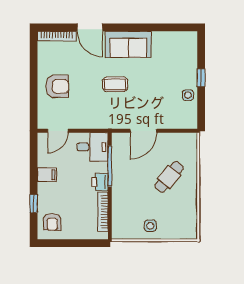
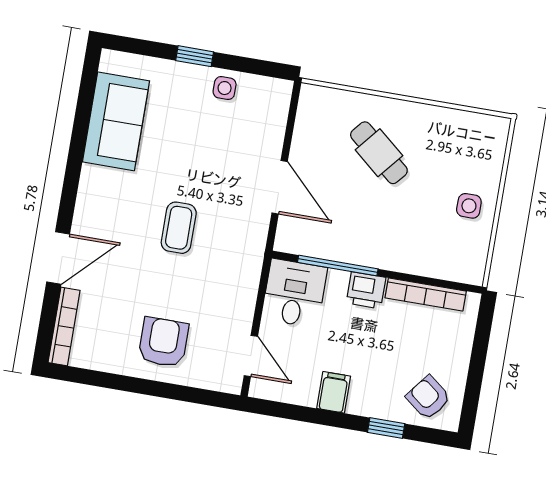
sofa: (128, 44) -> (116, 121), moved
armchair: (52, 222) -> (428, 398), turned -142

